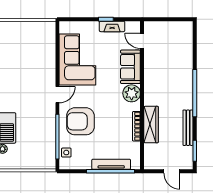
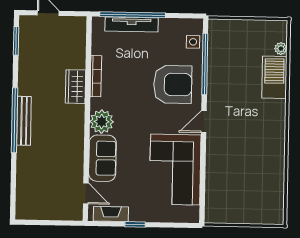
fireplace: (112, 26) -> (111, 214), moved
wardrobe: (151, 125) -> (76, 87), width x0.67
bench: (188, 128) -> (24, 121), moved

